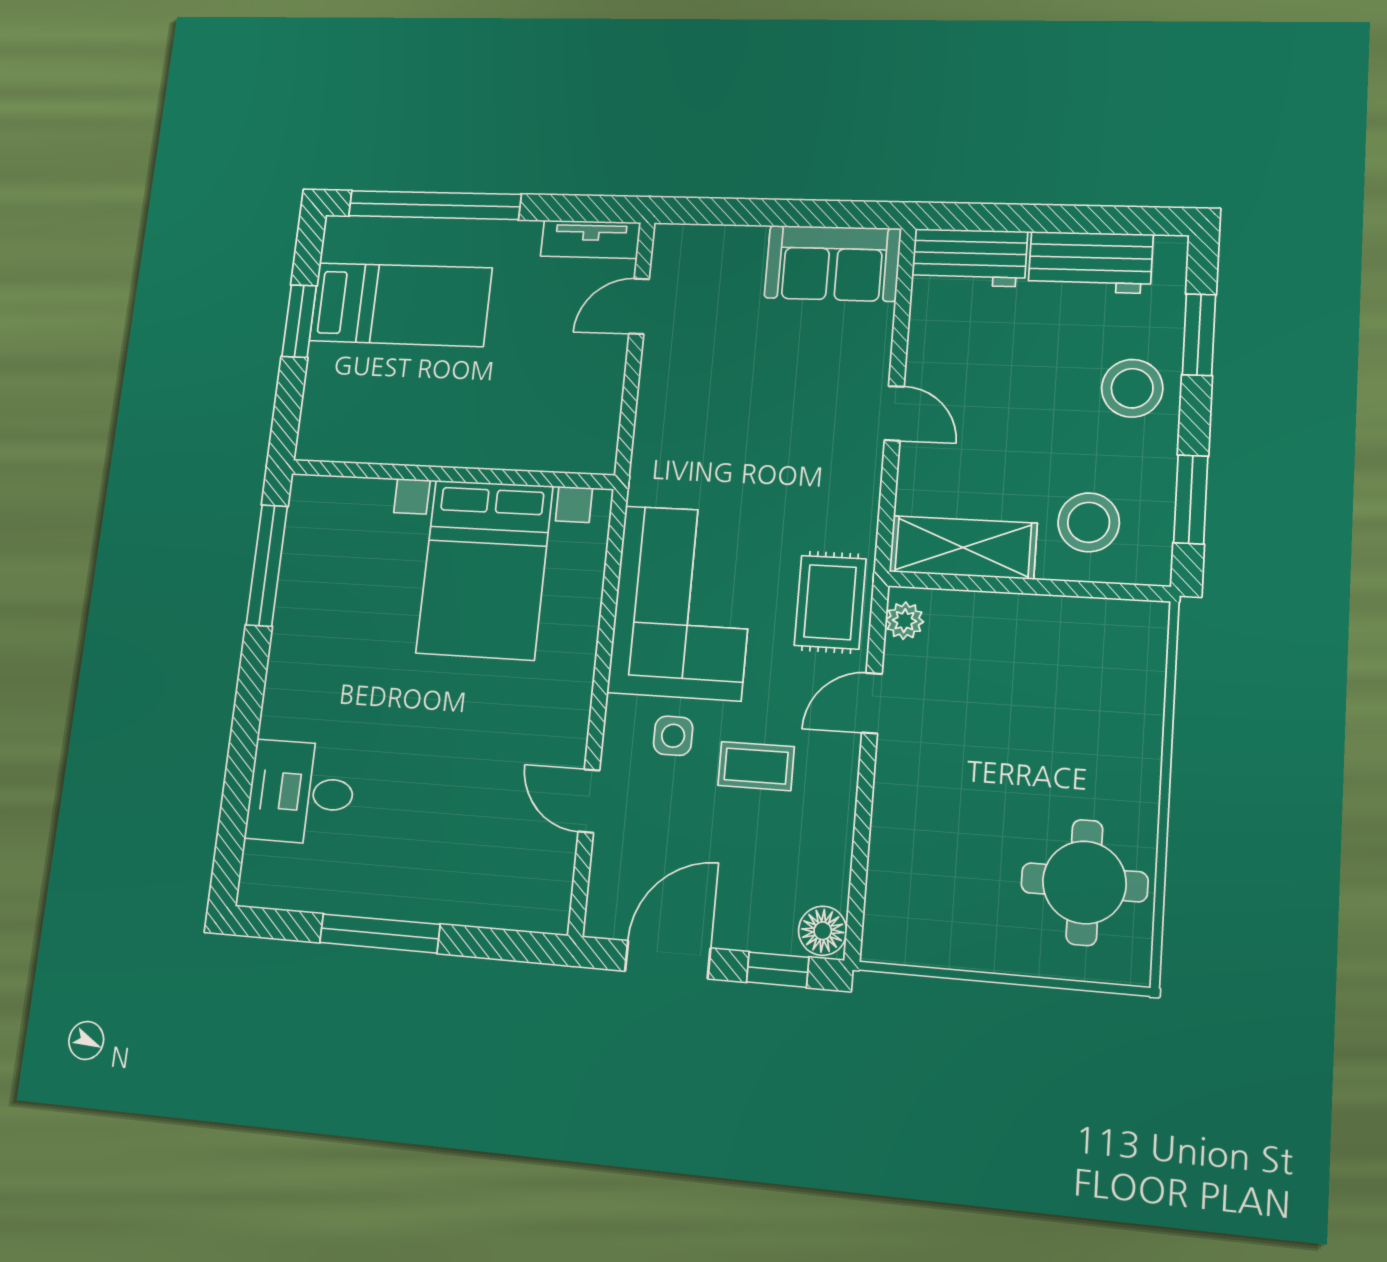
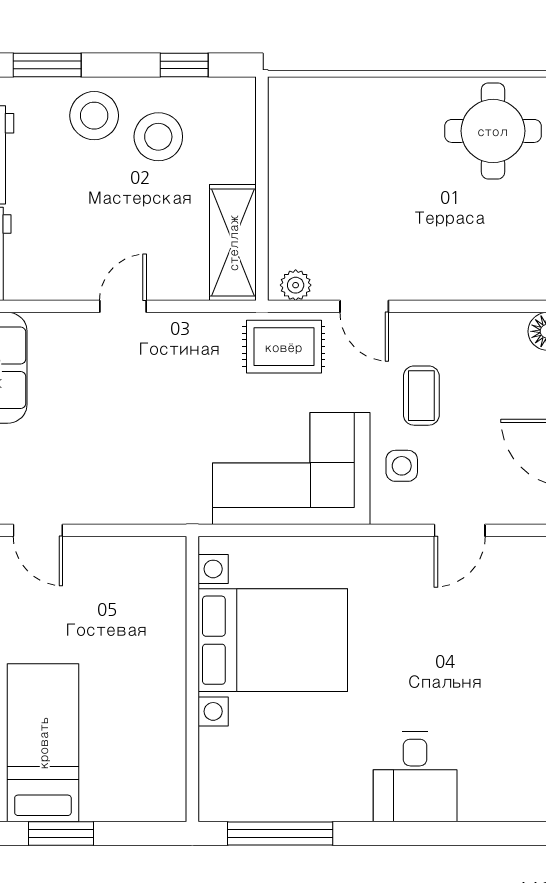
window: (1191, 499) -> (184, 65), width x0.67
stool: (1089, 522) -> (158, 137), moved
desk: (301, 792) -> (415, 777), moved

